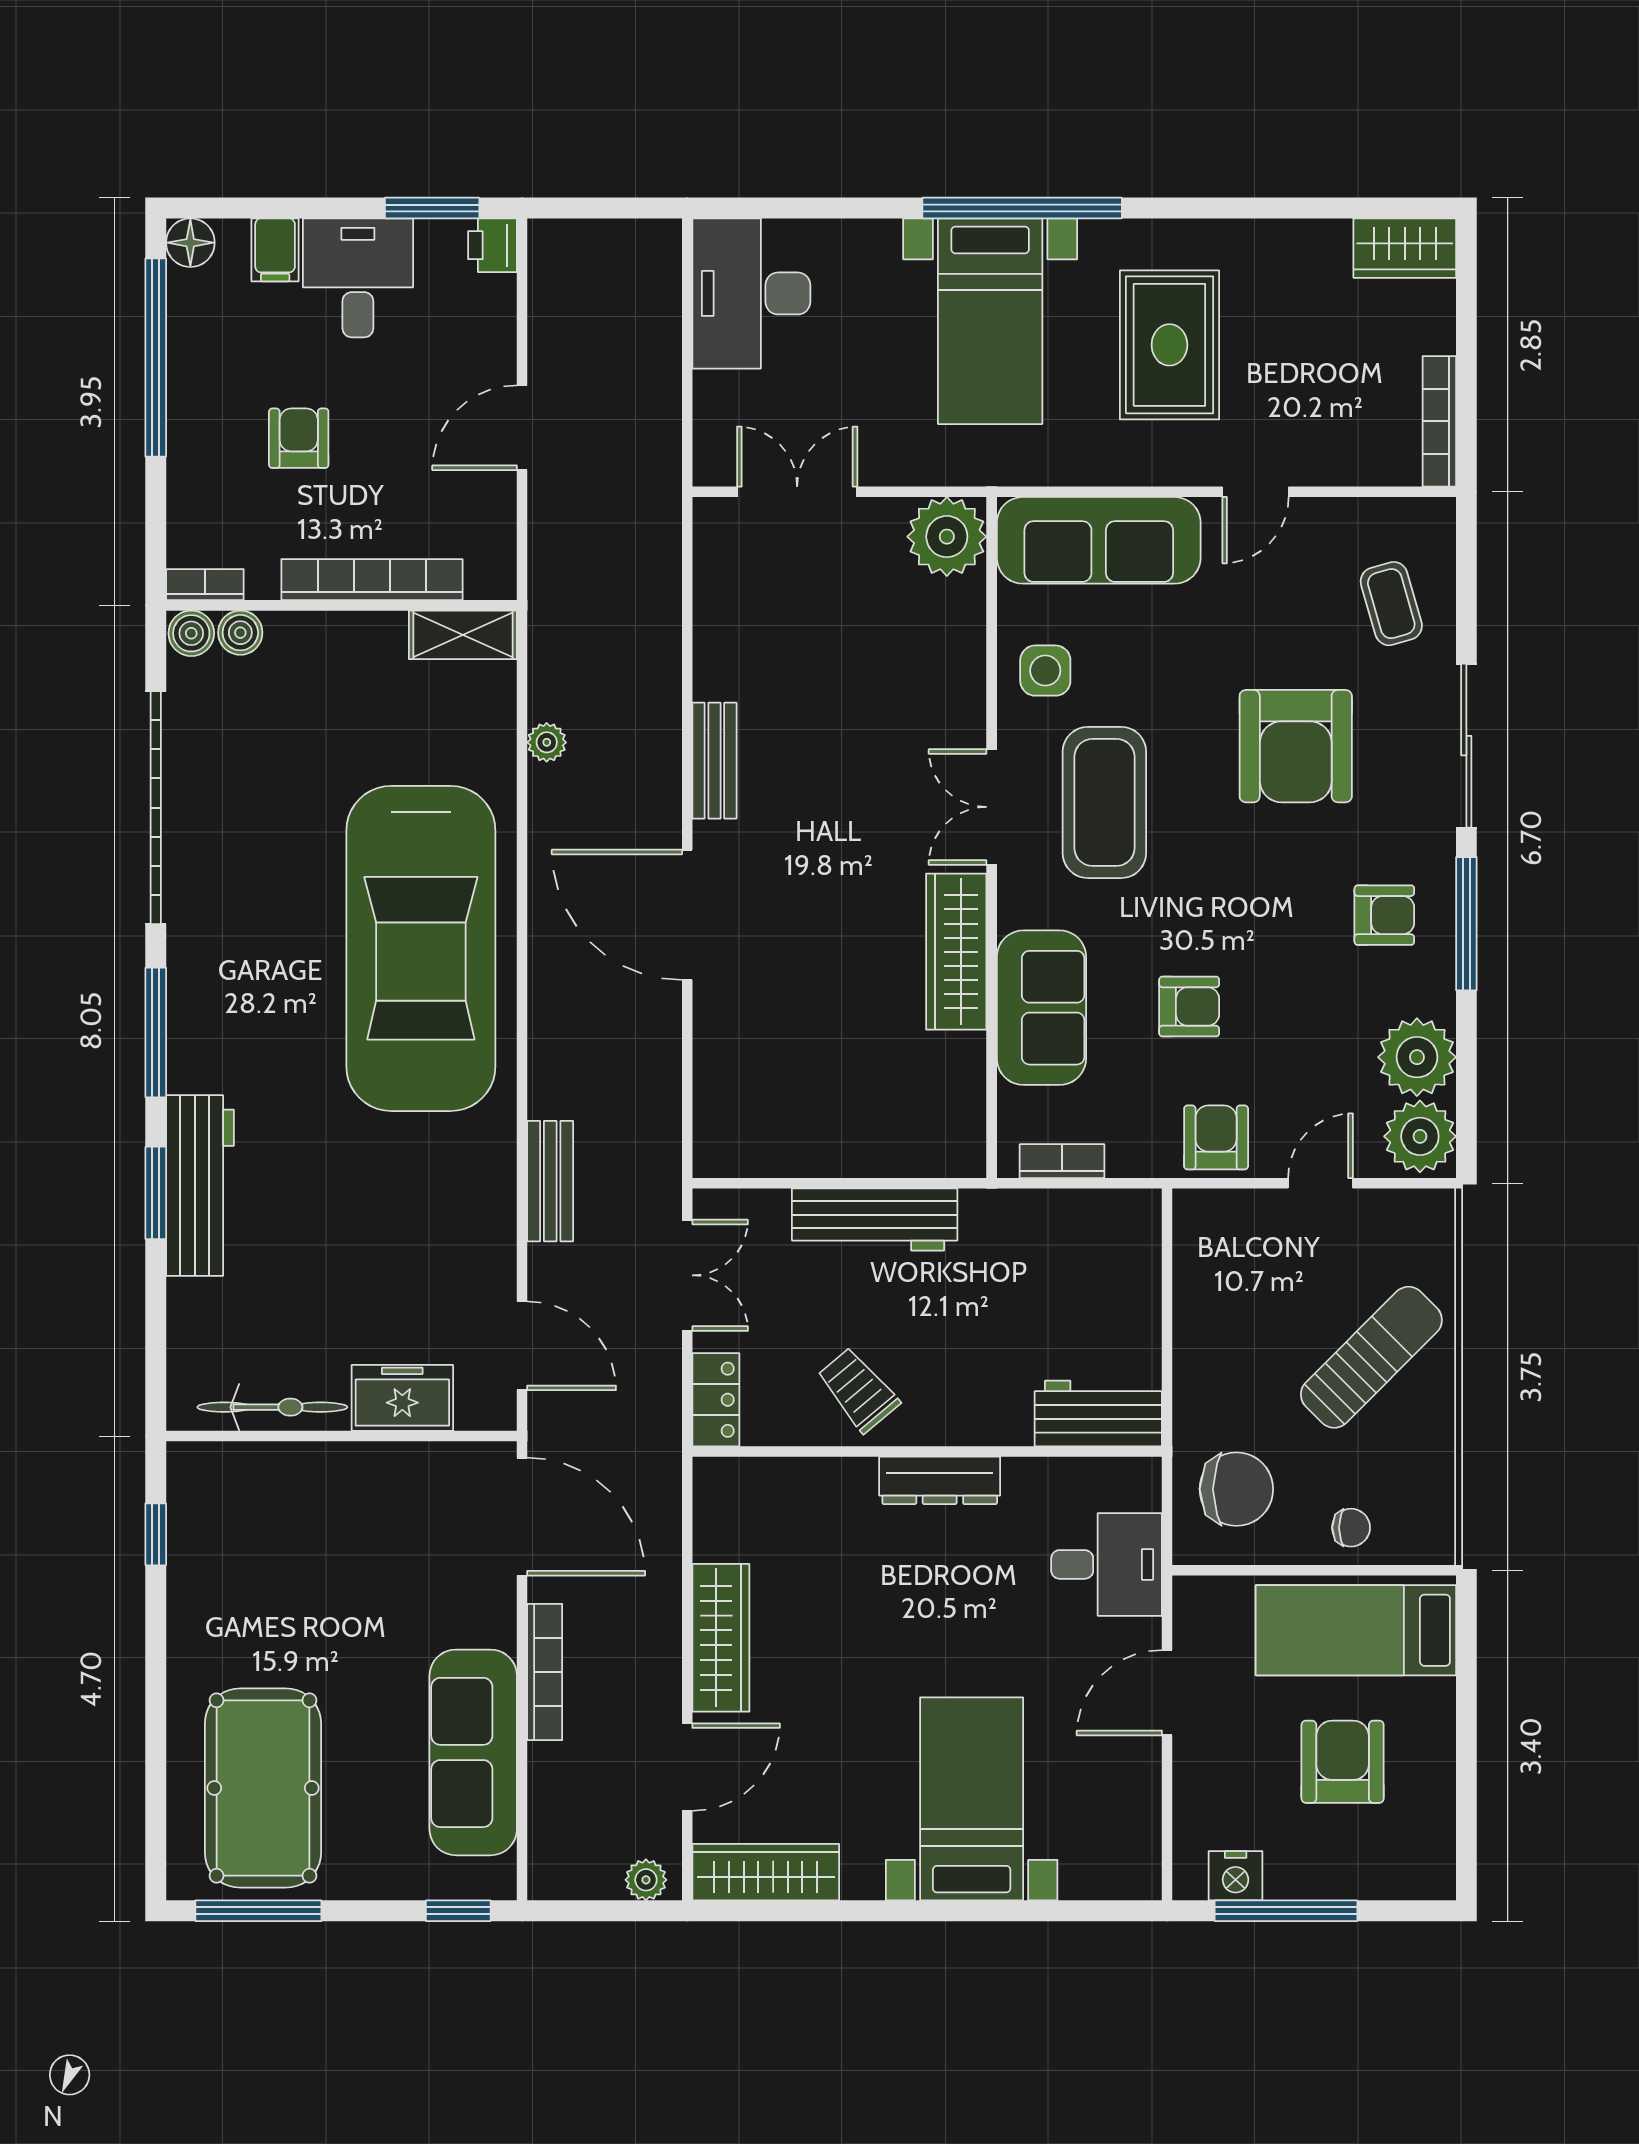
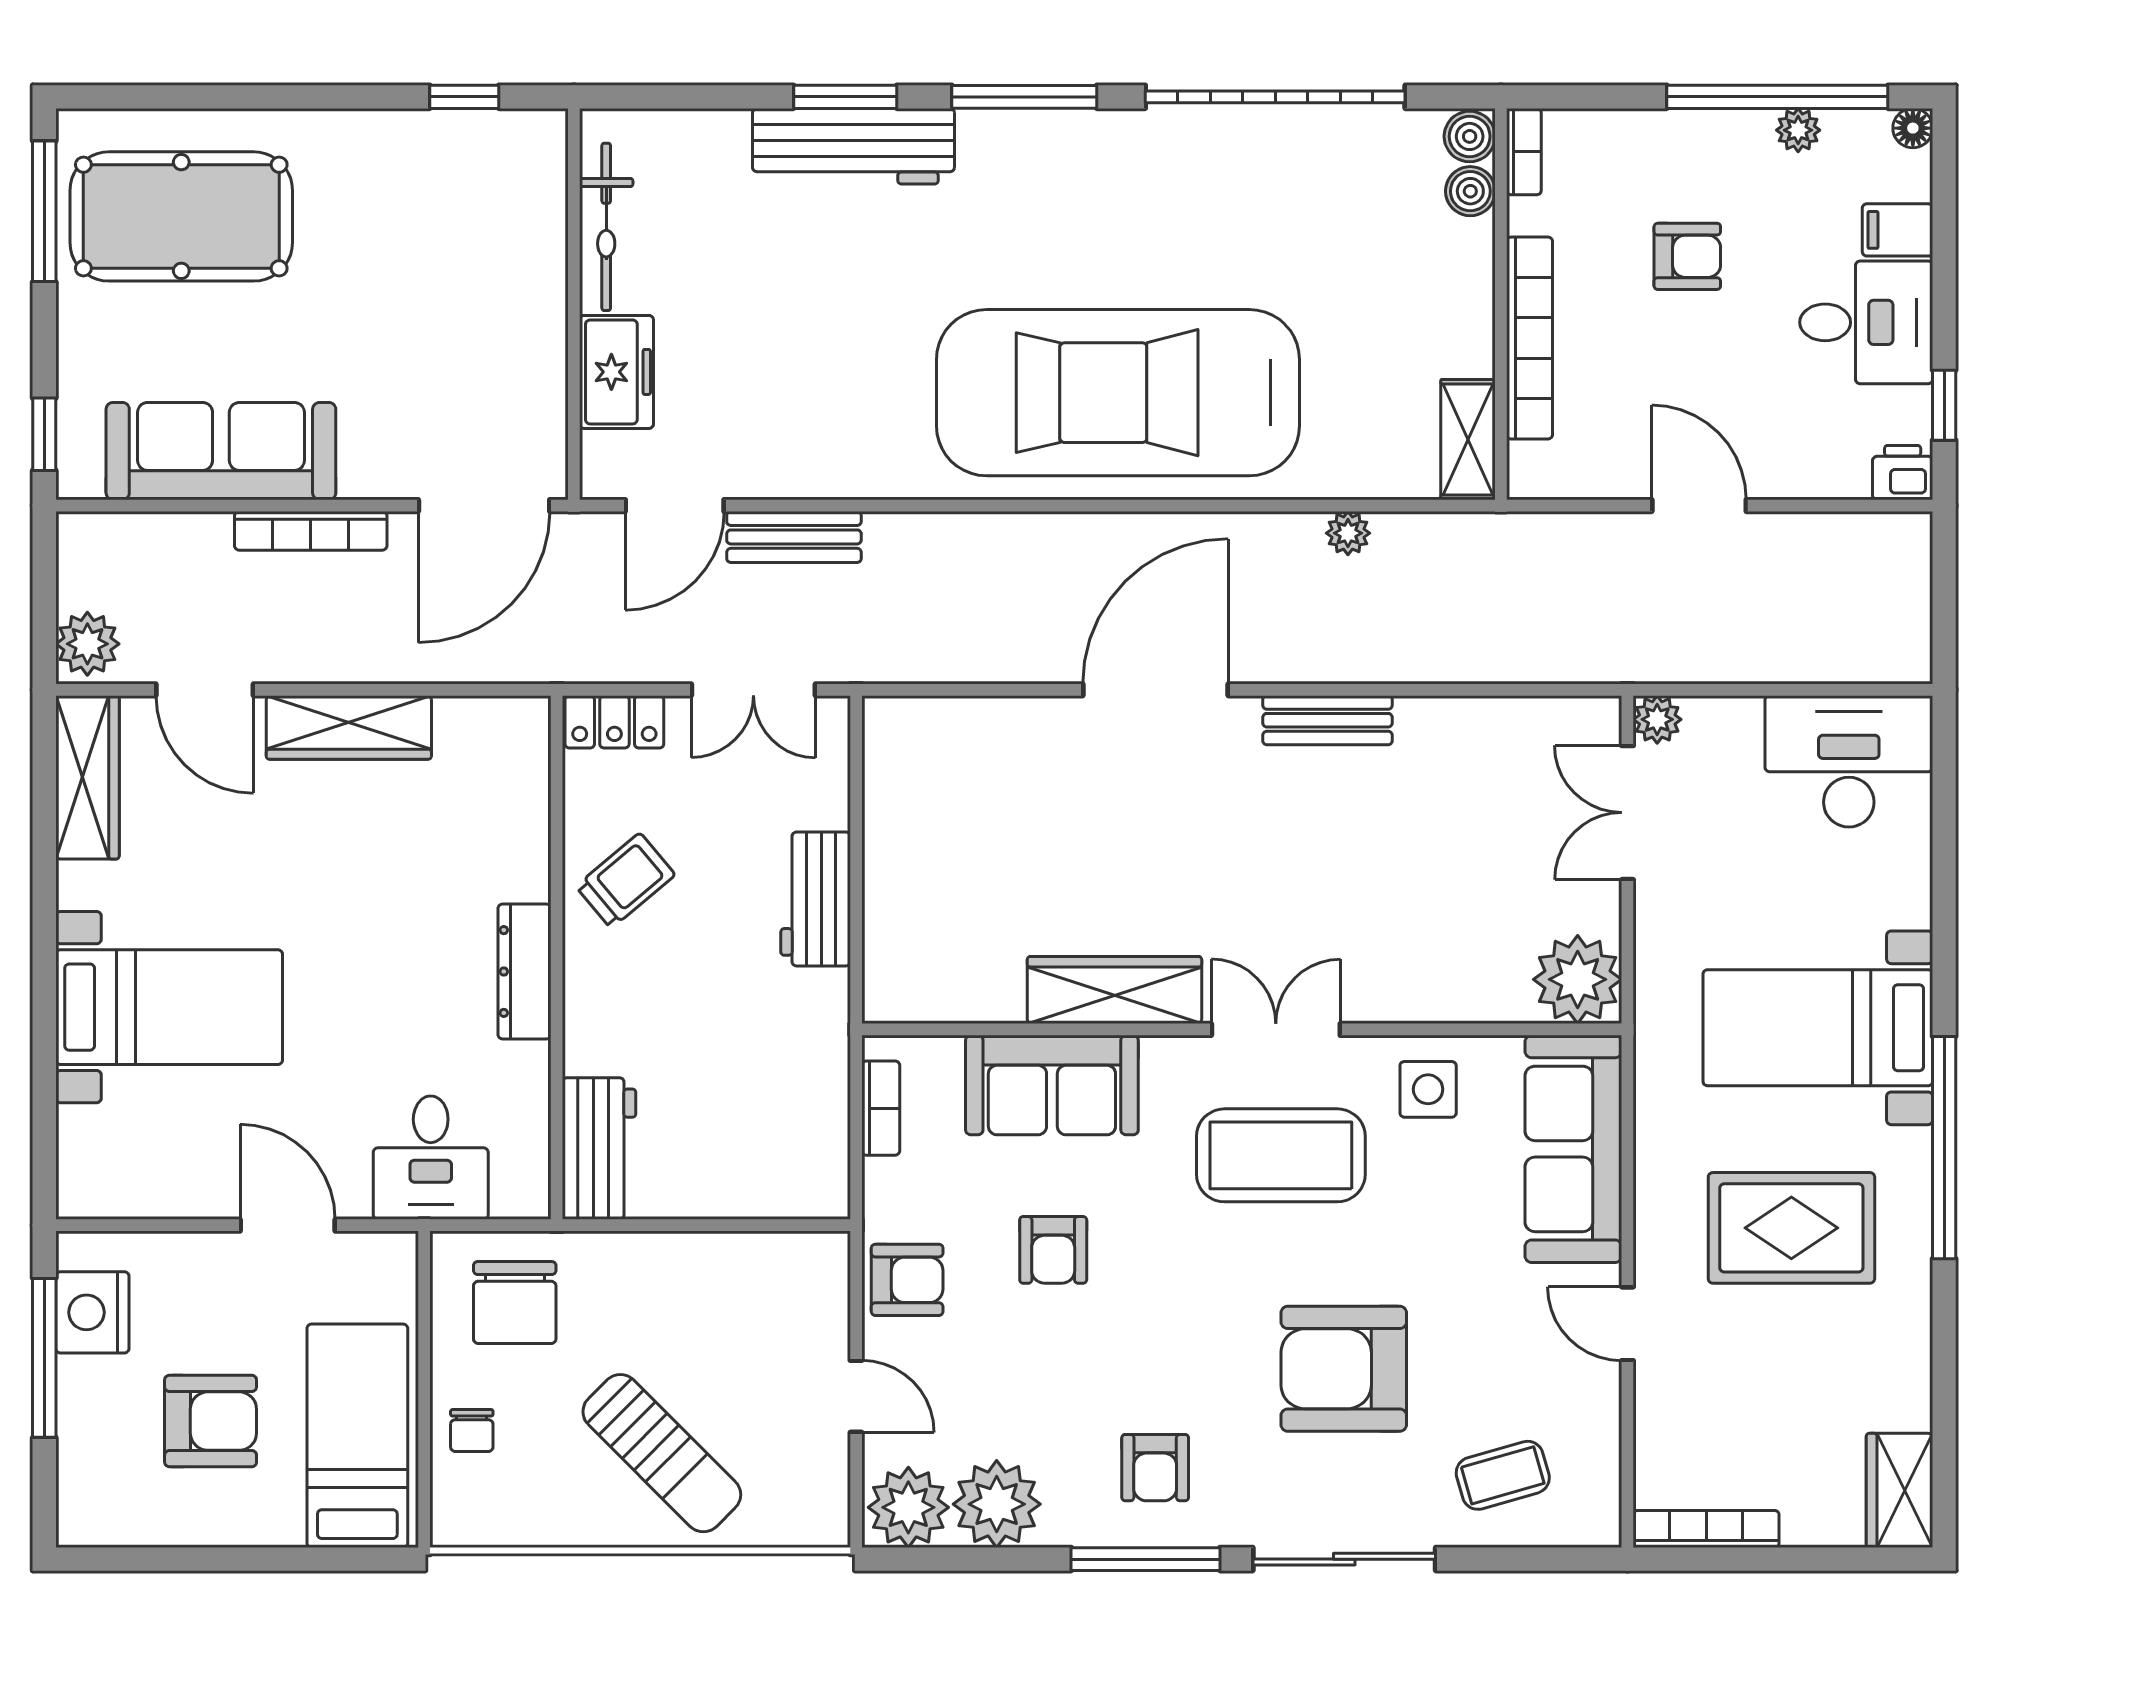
window: (432, 208) -> (1944, 405), width x0.67
window: (1022, 208) -> (1944, 1148), moved
floor lamp: (190, 243) -> (1913, 128), width x0.73, depth x0.73
plant: (186, 339) -> (1798, 130), added
plant: (714, 465) -> (1657, 719), added
double door: (797, 492) -> (1627, 813), swing flipped
bench: (550, 1181) -> (794, 537), moved
workbench: (875, 1219) -> (816, 899), width x0.73
nightstand: (1236, 1876) -> (92, 1312), width x1.36, depth x1.33
plant: (646, 1880) -> (87, 644), width x1.38, depth x1.38

